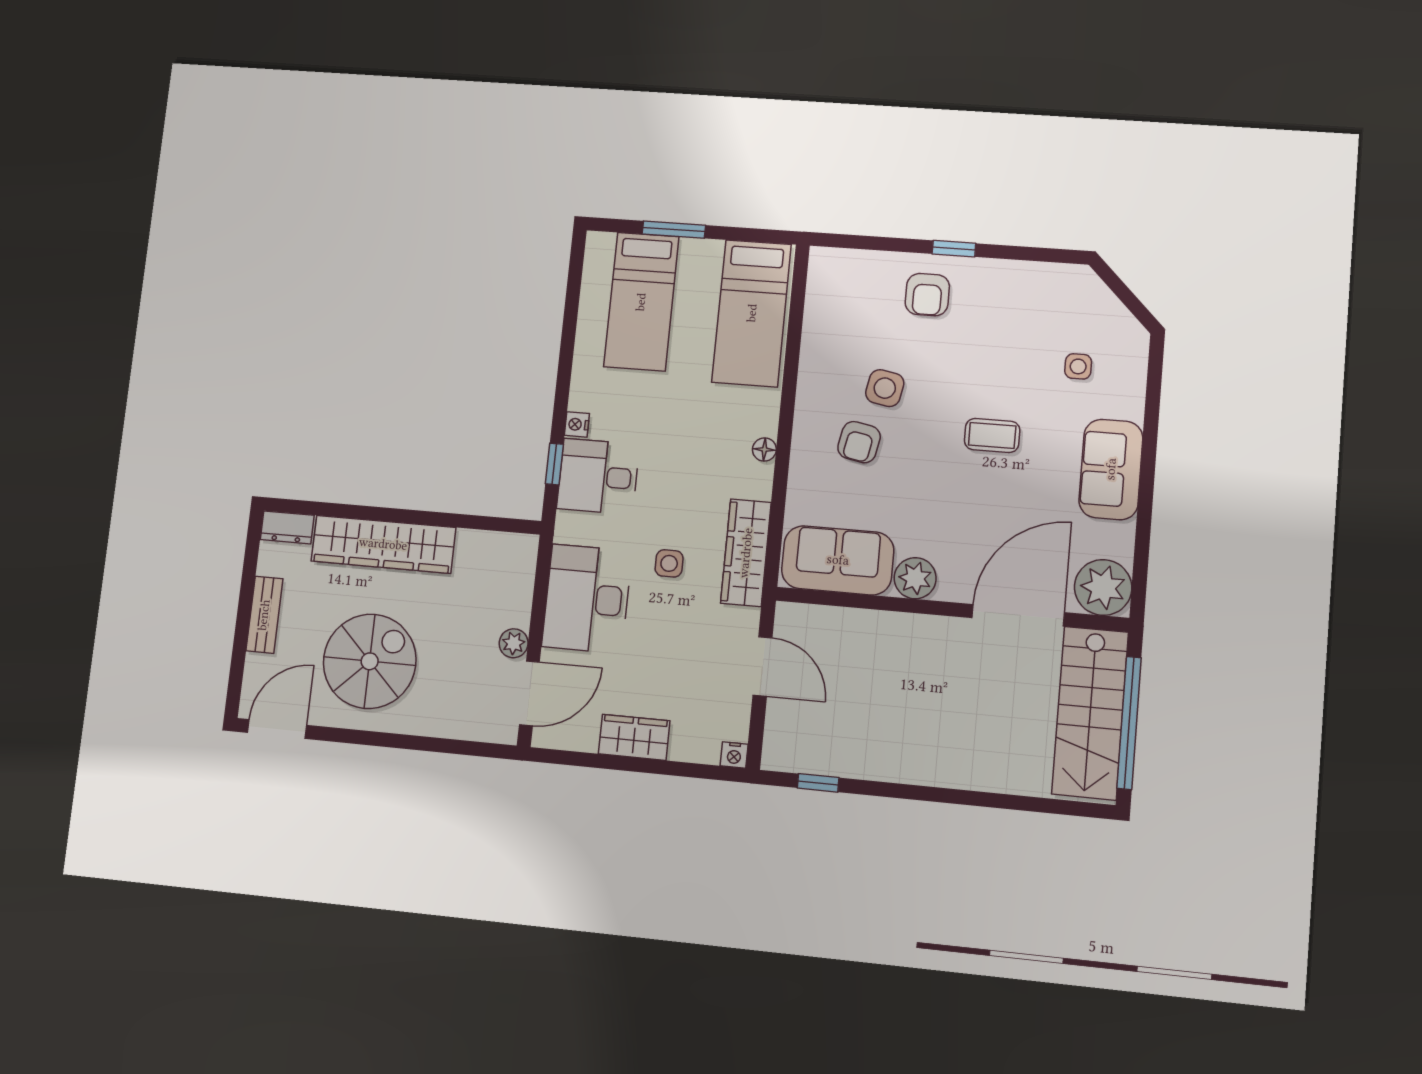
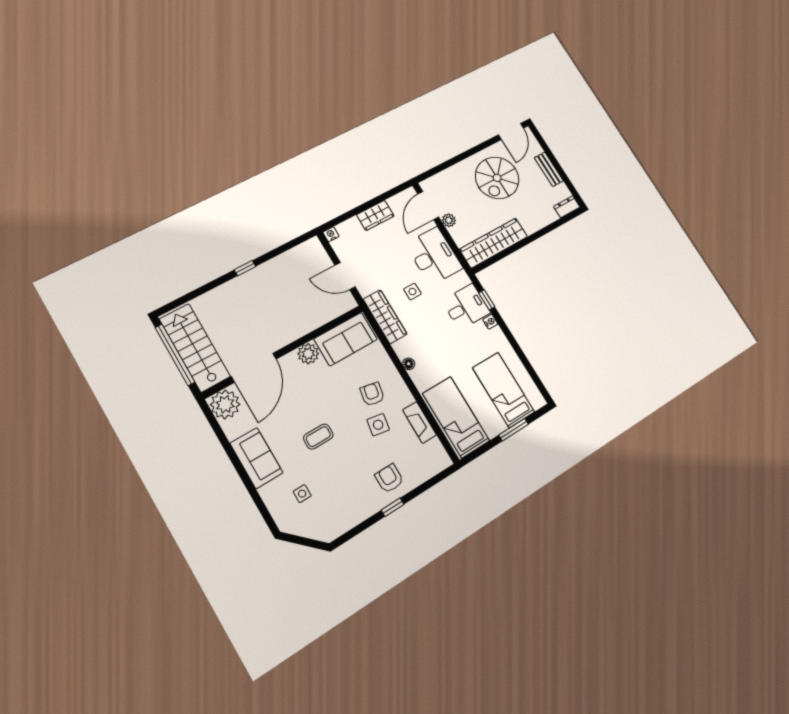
fireplace: (816, 346) -> (419, 422), added
wardrobe: (383, 544) -> (494, 243), moved
window: (818, 783) -> (245, 268), moved

